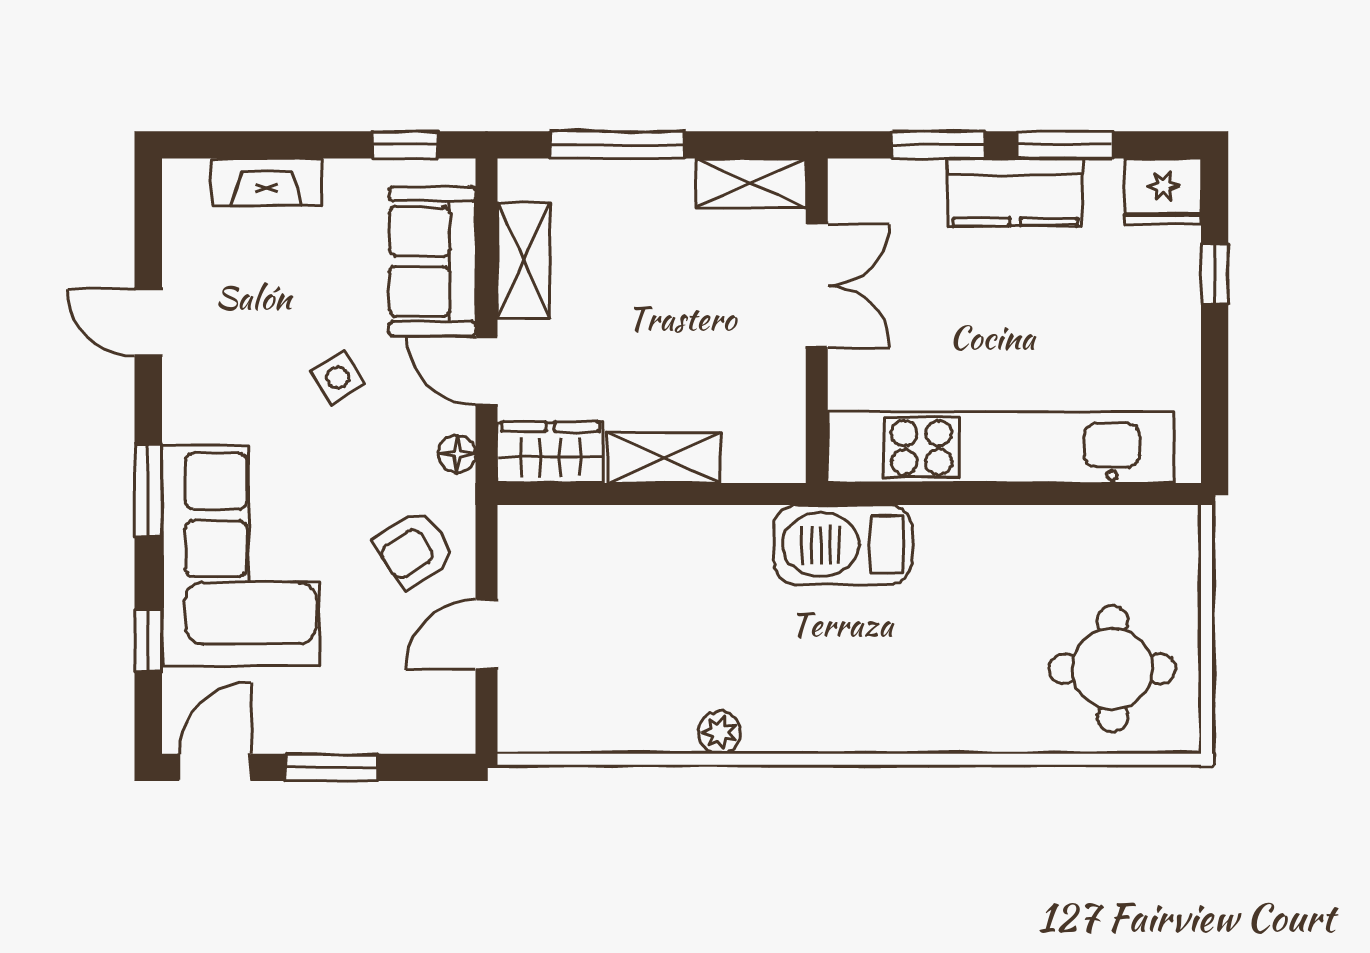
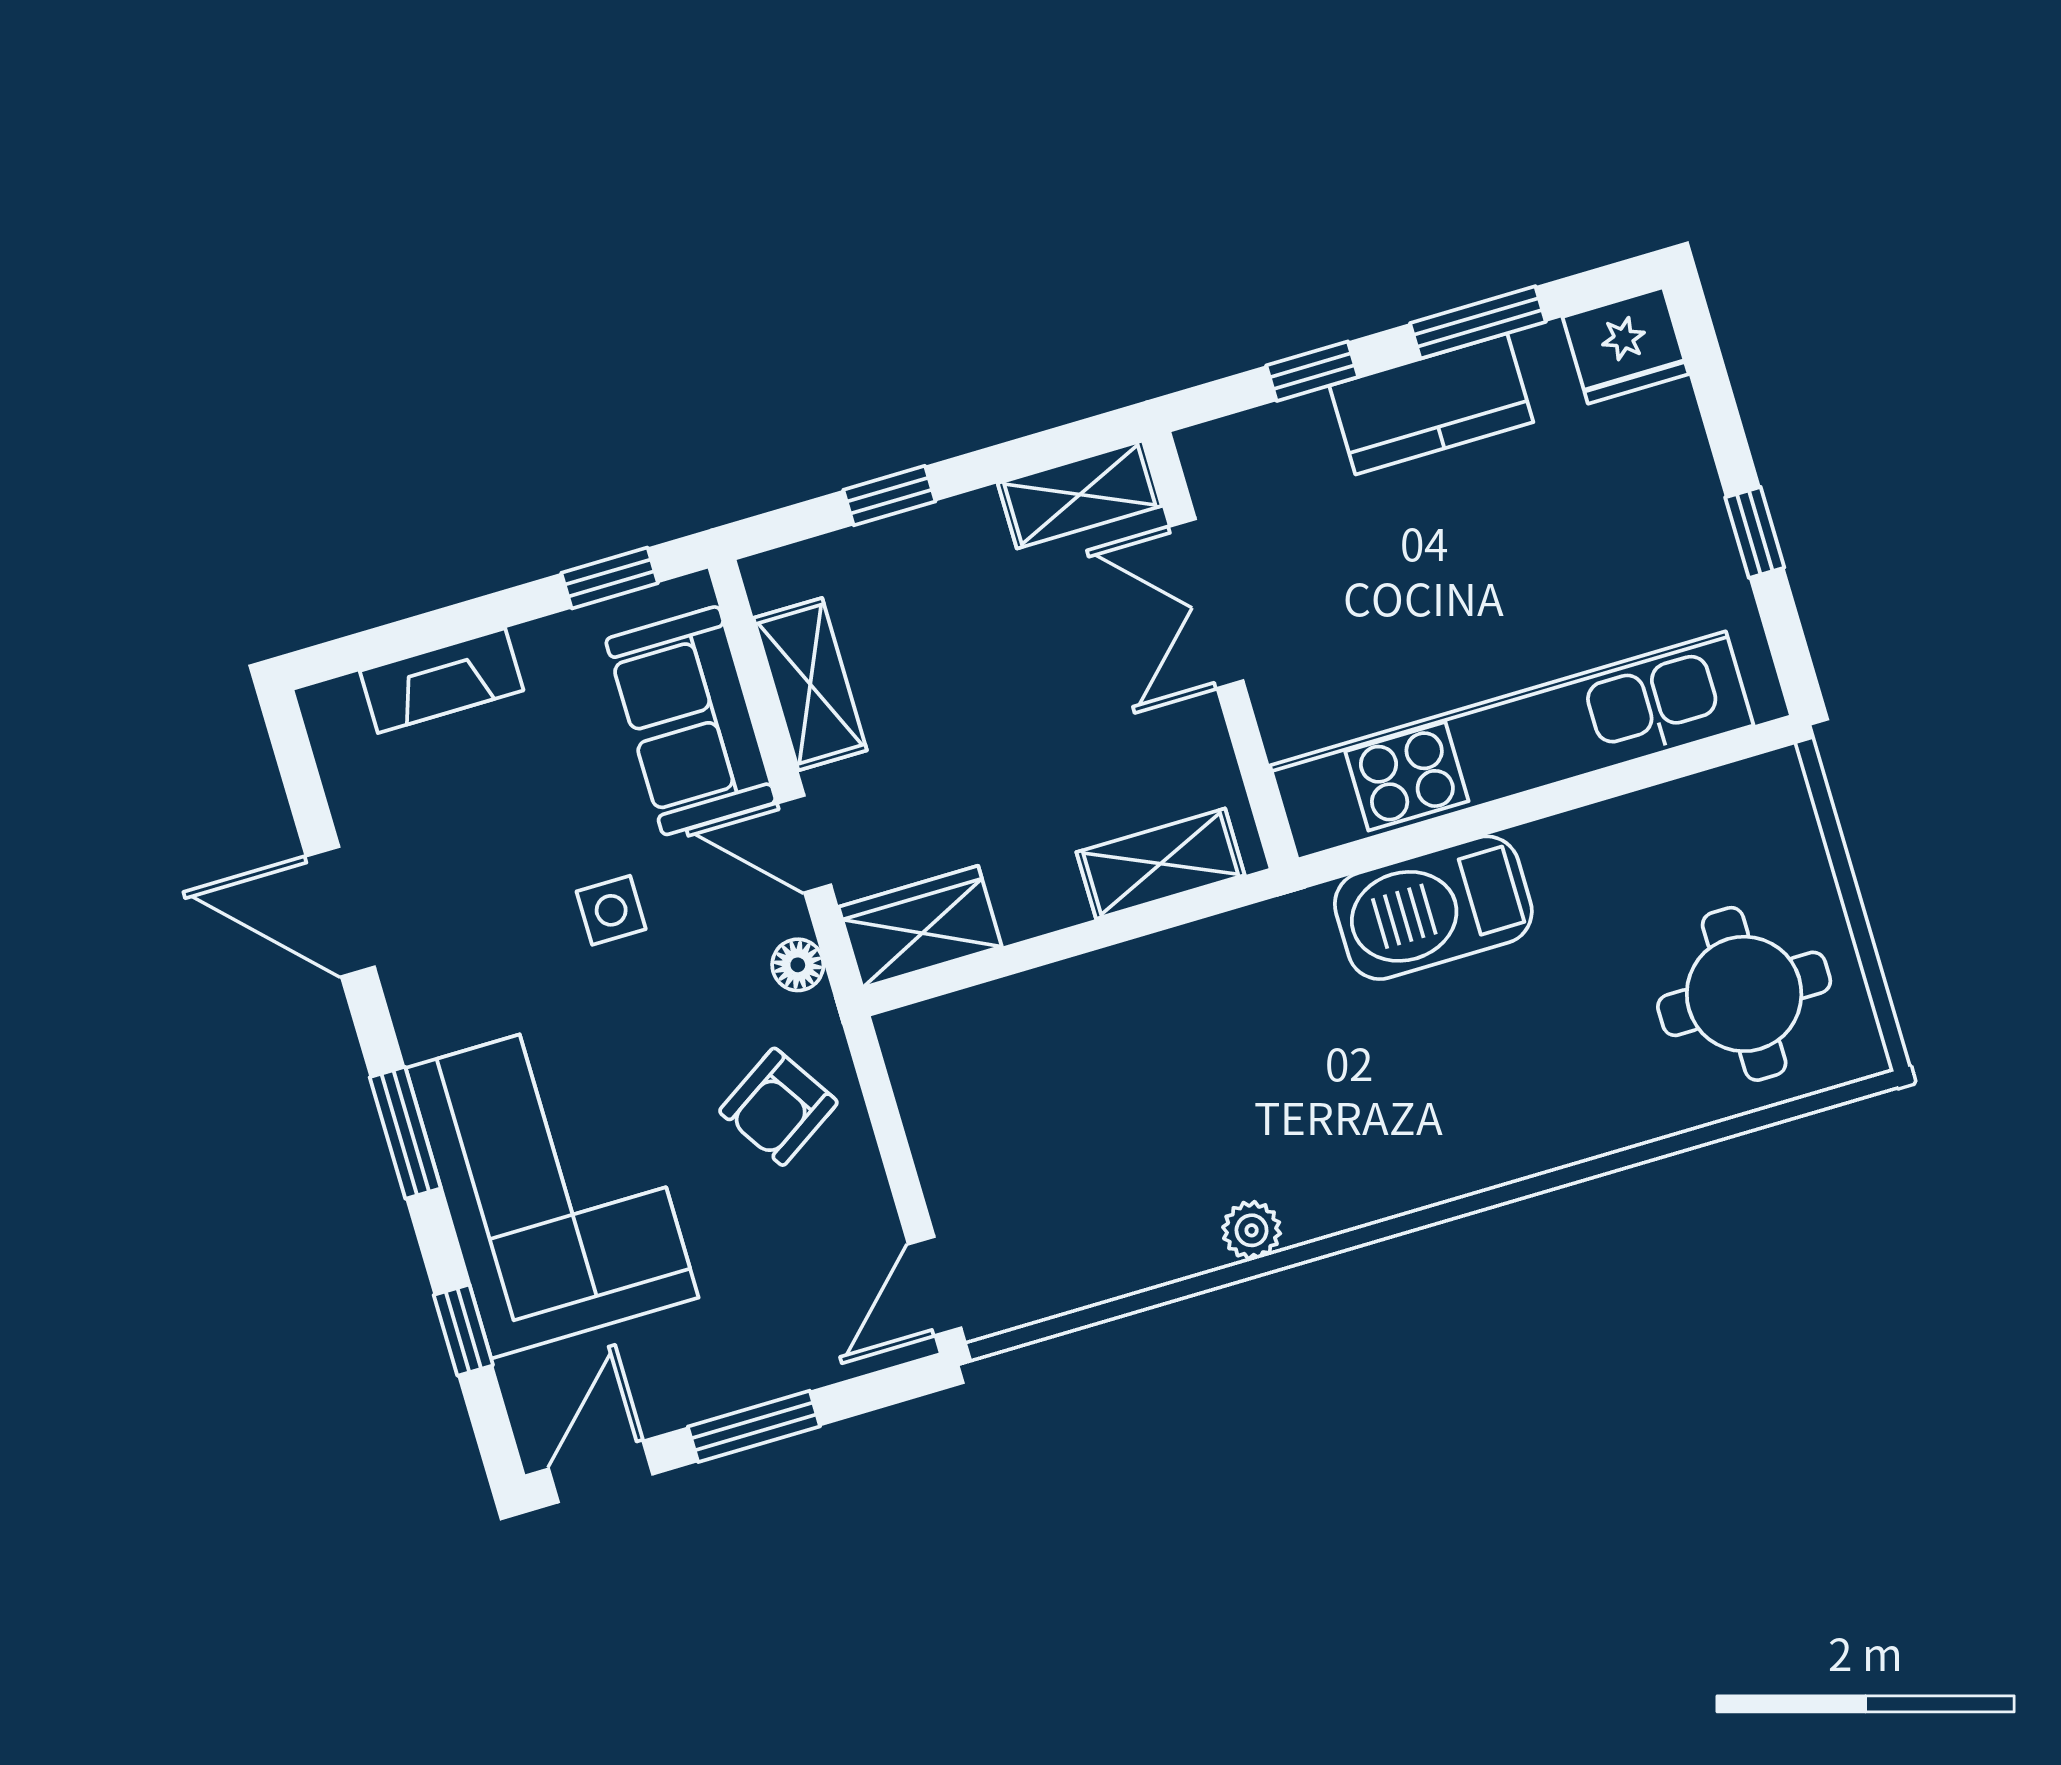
window: (618, 145) -> (889, 496), width x0.46
window: (939, 145) -> (1312, 371), width x0.67
window: (1215, 274) -> (1755, 532), moved
double door: (817, 286) -> (1206, 604), swing flipped
door: (148, 323) -> (340, 912), width x1.38
side table: (338, 377) -> (611, 910), turned 32
shelving: (664, 458) -> (1161, 864), moved
barbecue: (843, 545) -> (1433, 908), moved
door: (487, 634) -> (935, 1286), moved

